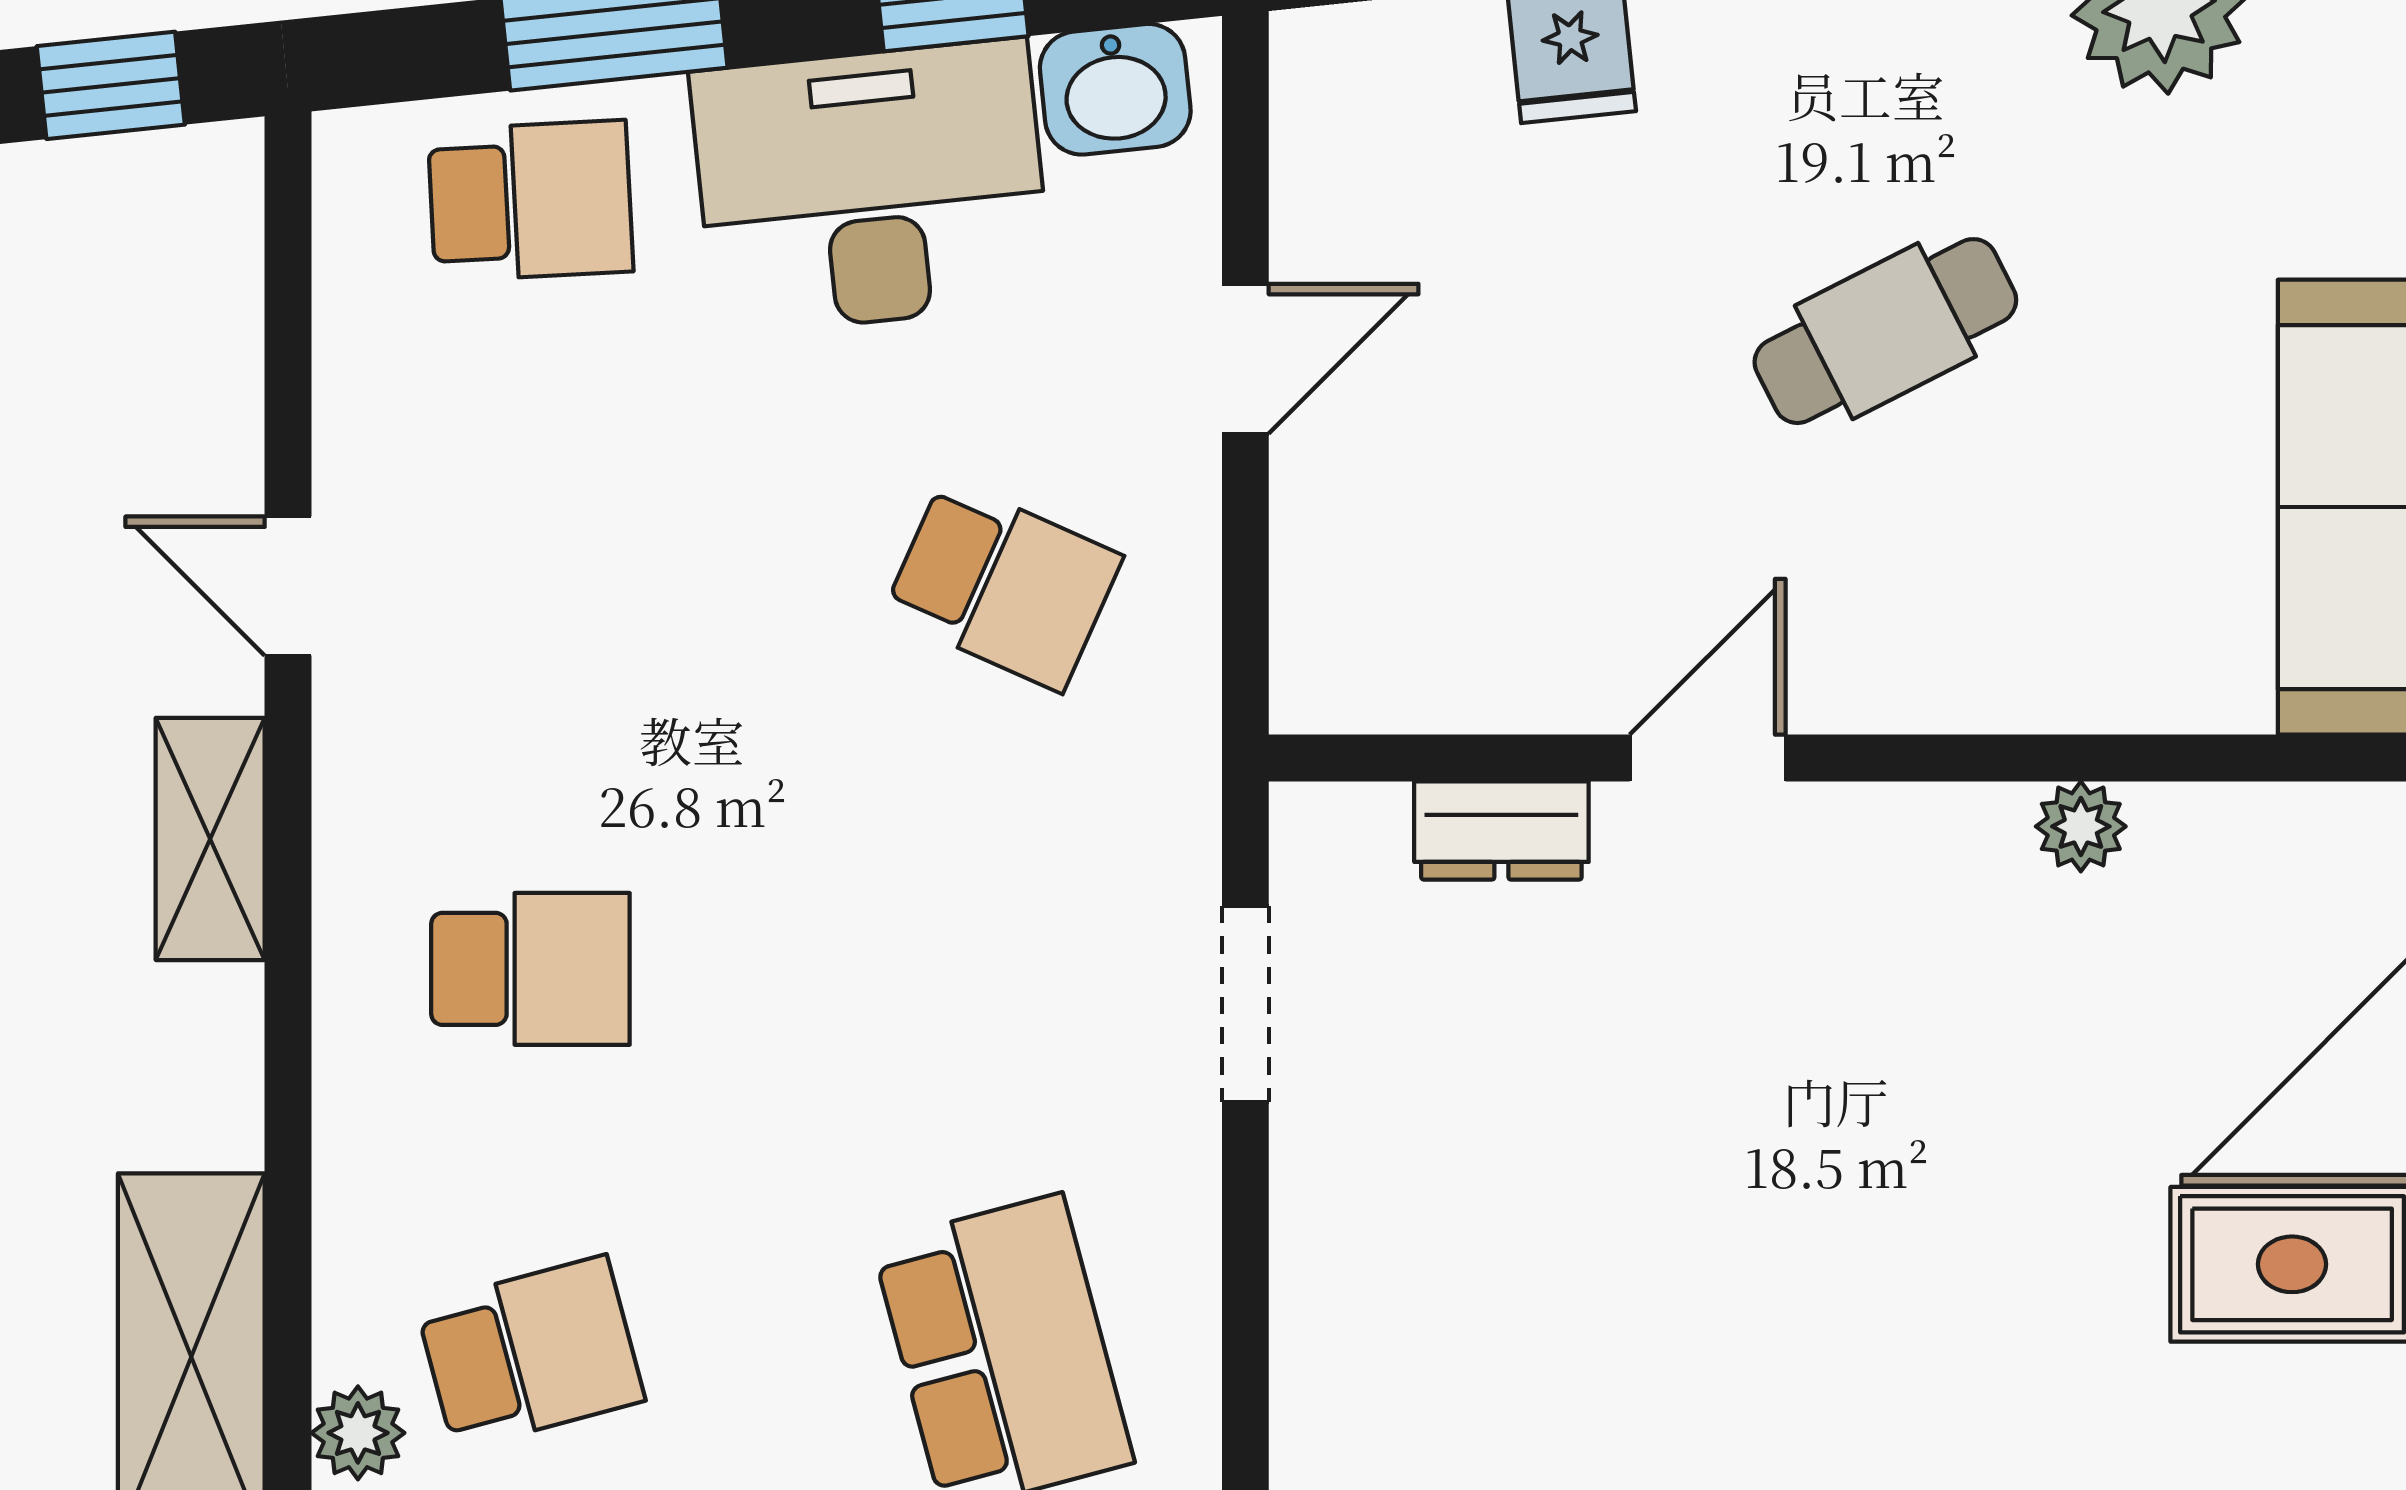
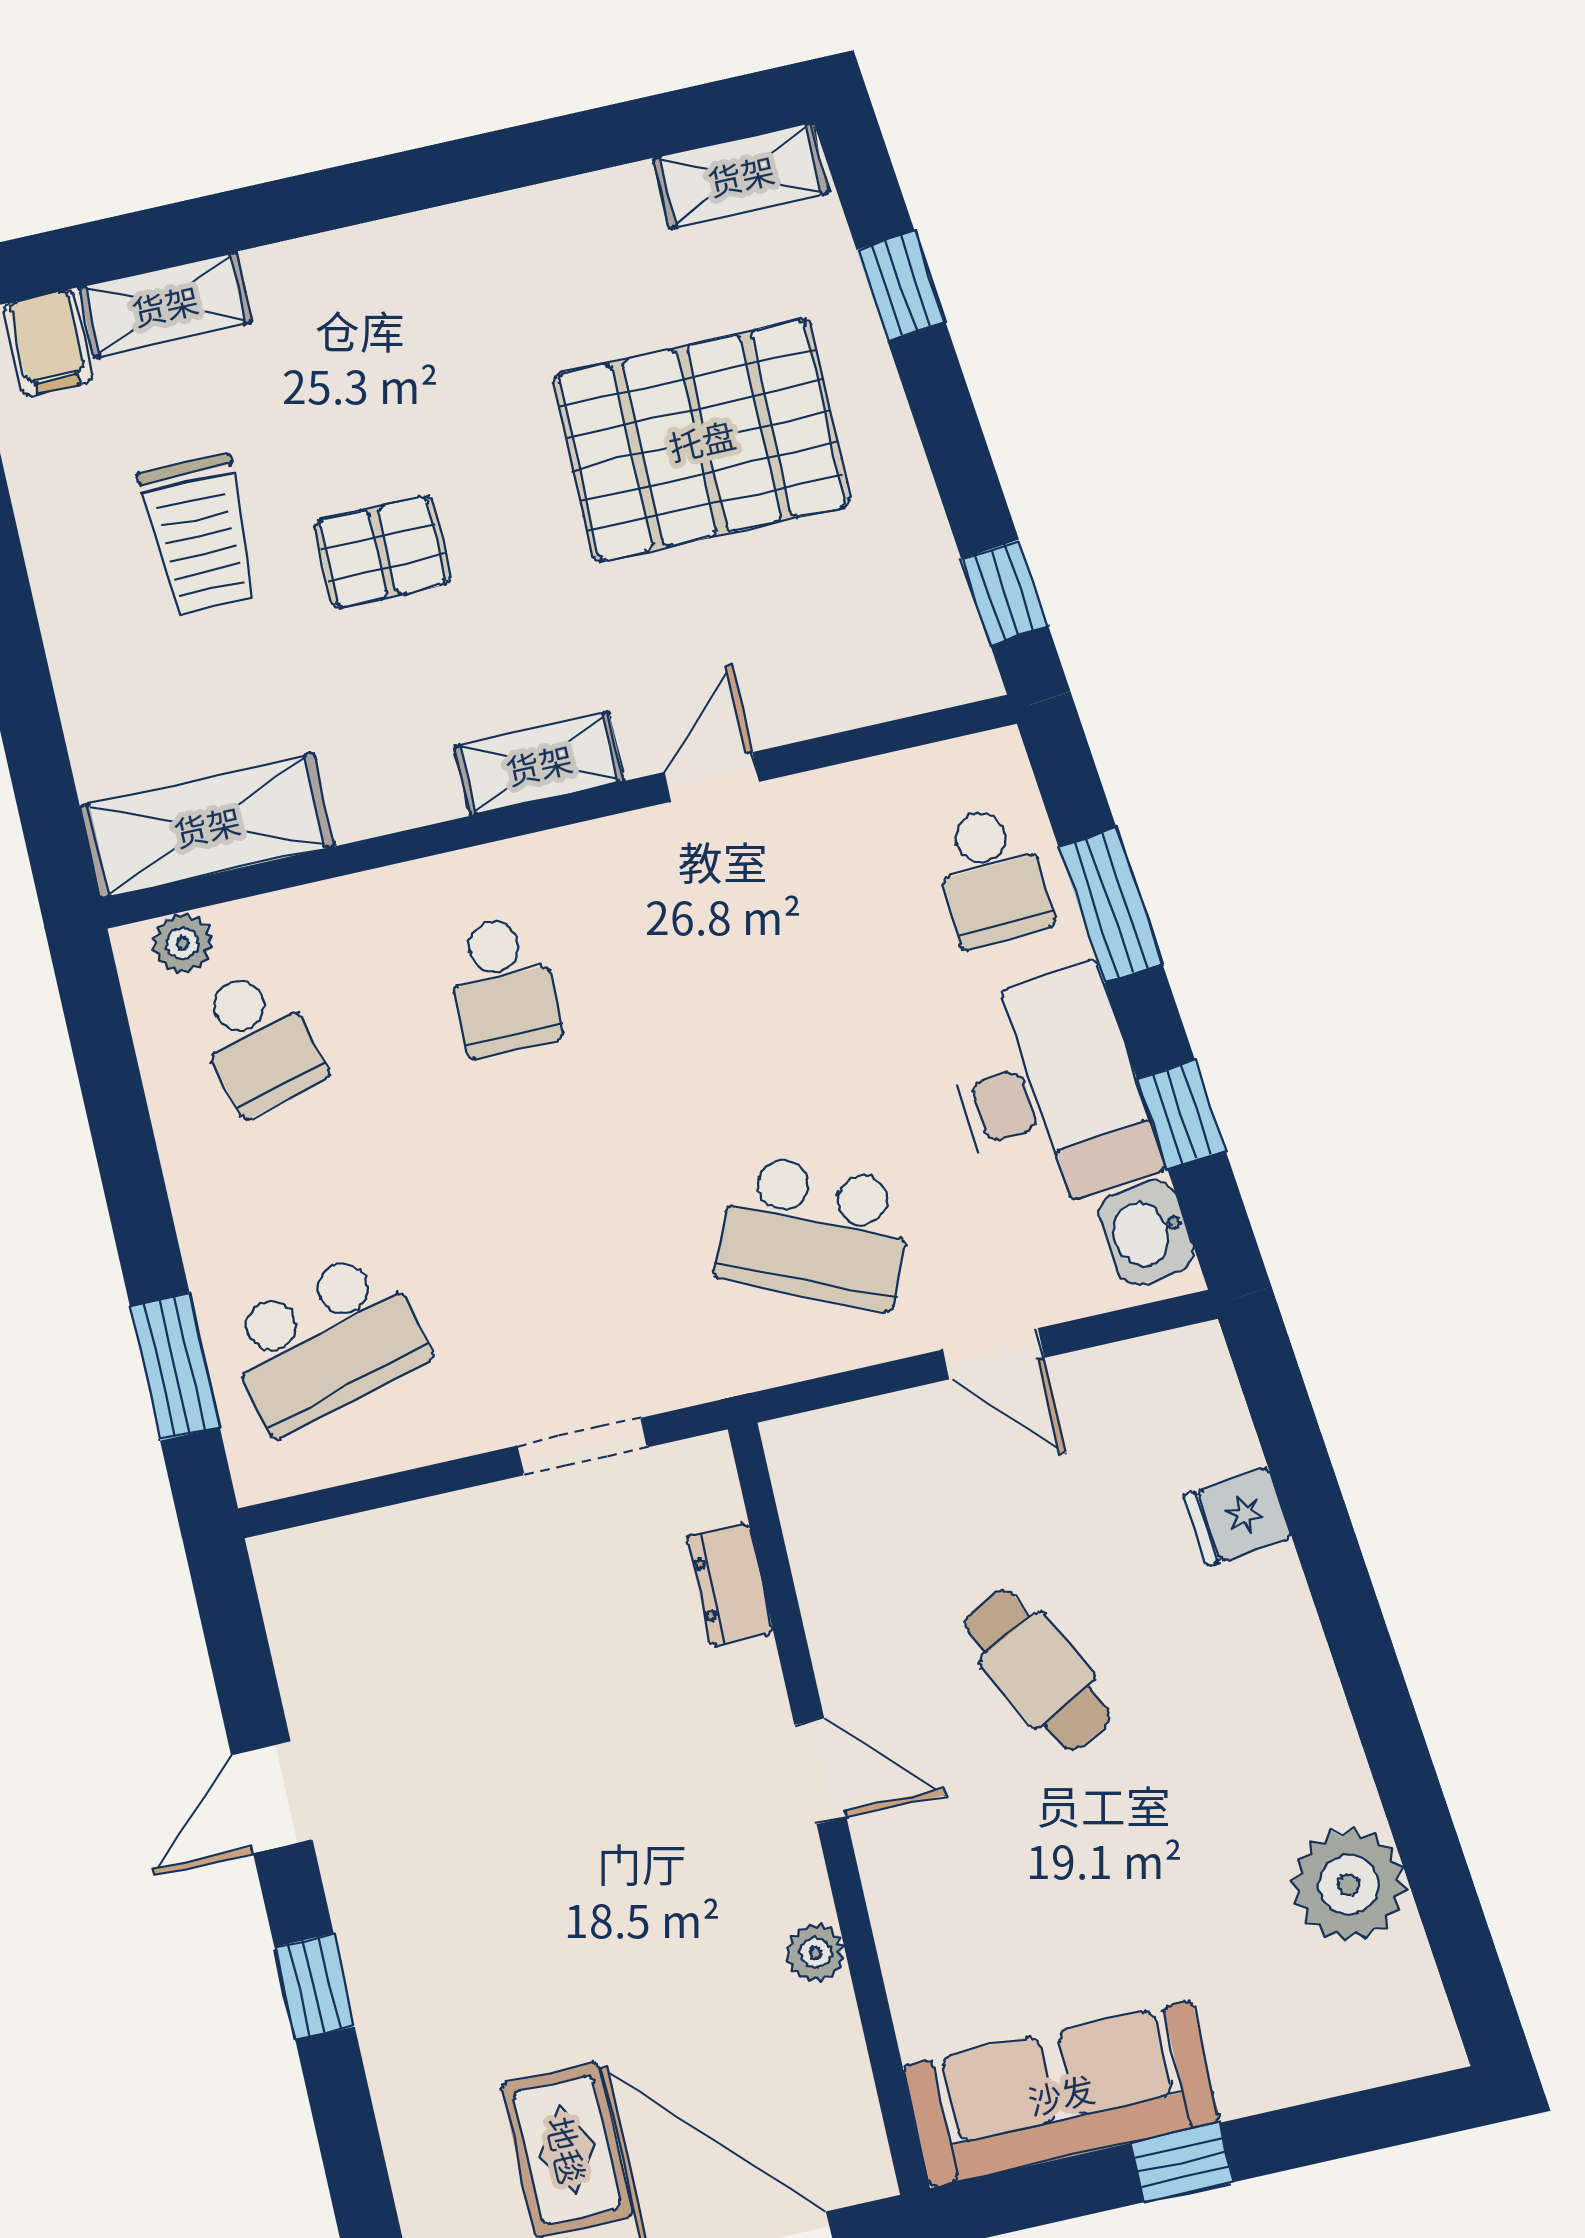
cafe table: (1885, 331) -> (1038, 1670), moved
school desk: (1003, 585) -> (815, 1232), width x1.85
door: (1708, 758) -> (820, 1771), moved

